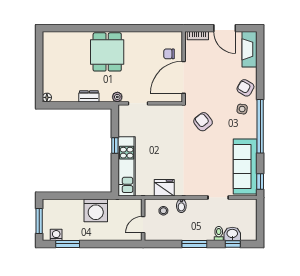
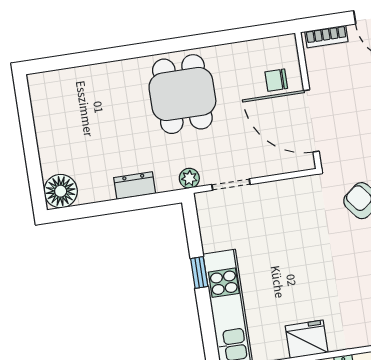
dining table: (107, 52) -> (182, 94), moved
door: (184, 77) -> (311, 121), hinge flipped
floor lamp: (47, 97) -> (61, 191), width x1.89, depth x1.89

